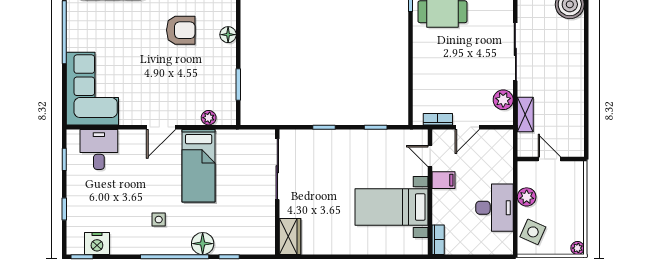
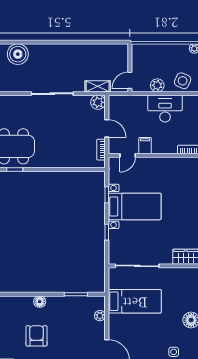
plant: (503, 100) -> (98, 102), moved
door: (549, 159) -> (130, 80), moved
bed: (199, 166) -> (135, 301), moved
bed with nightstands: (392, 207) -> (135, 206), moved, turned -90

